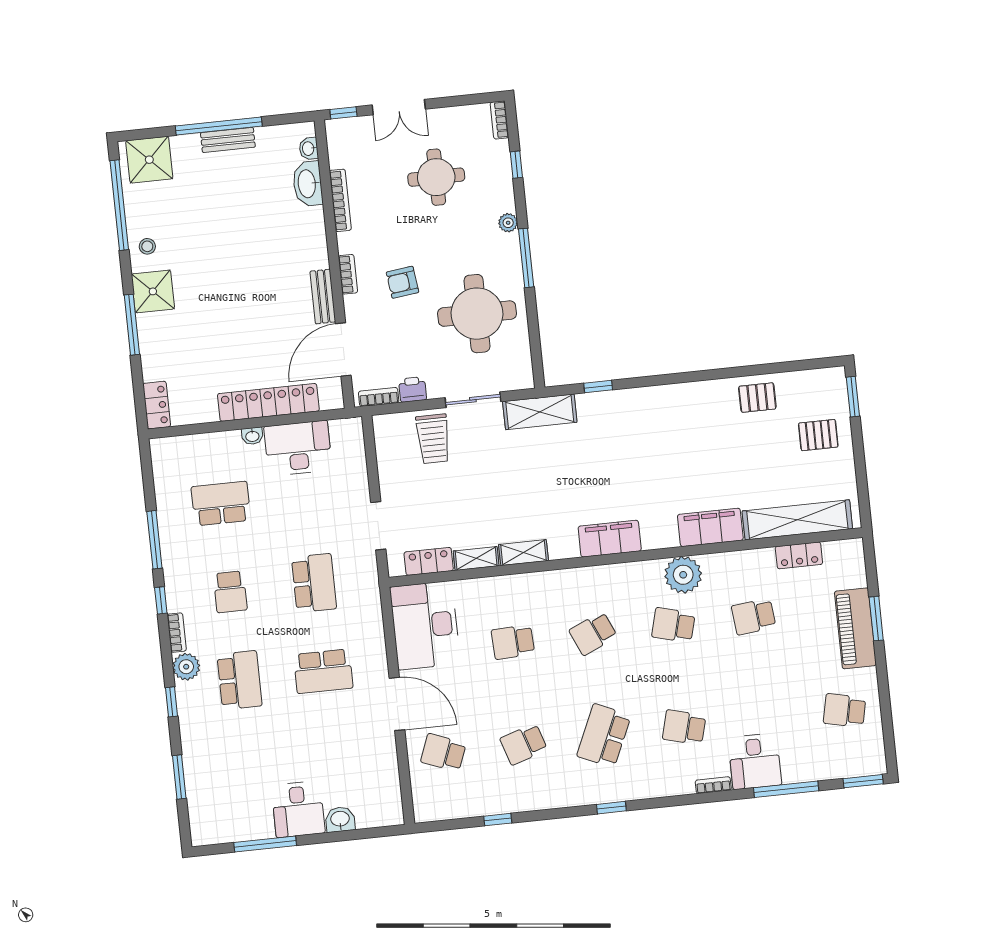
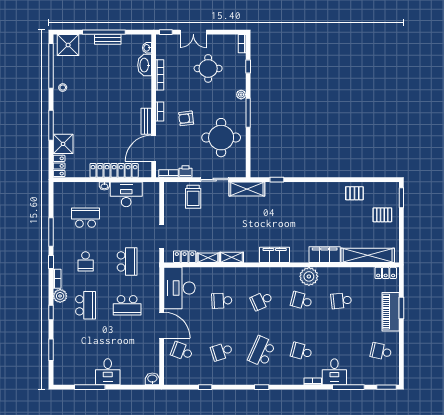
shower: (153, 291) -> (63, 144), moved
locker: (799, 555) -> (386, 273), moved
washbasin: (340, 819) -> (152, 379), moved

